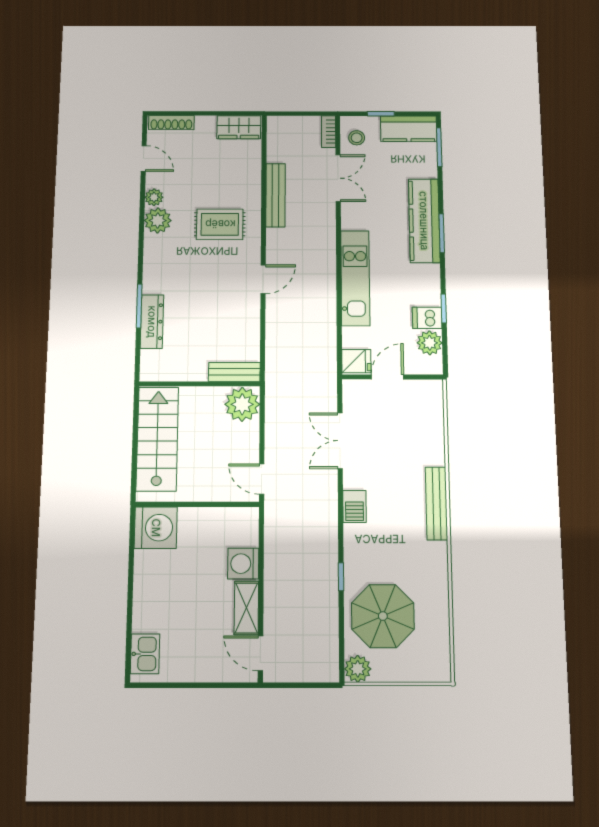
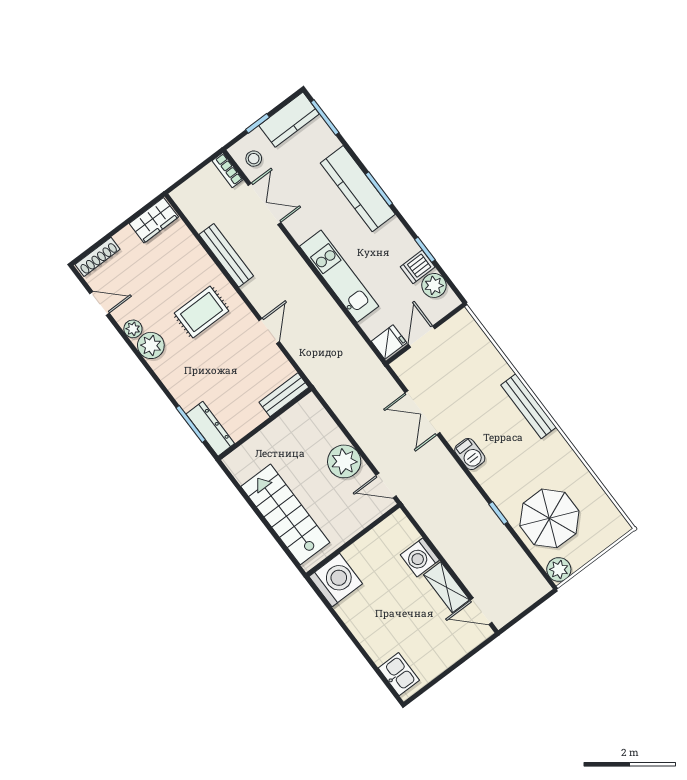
bench: (234, 372) -> (284, 395), moved
wall: (200, 384) -> (265, 424), moved
plant: (242, 404) -> (344, 461), moved

